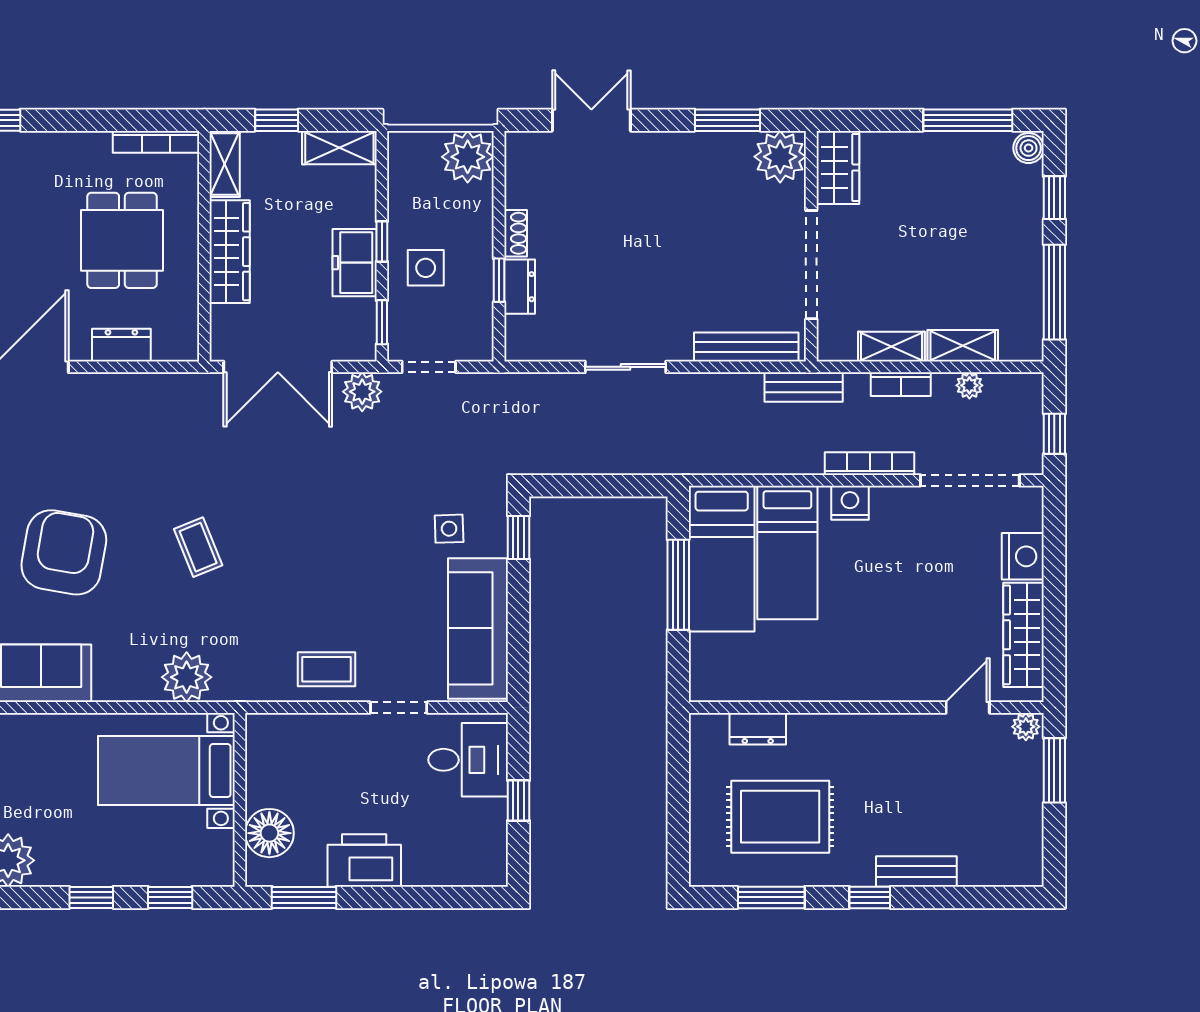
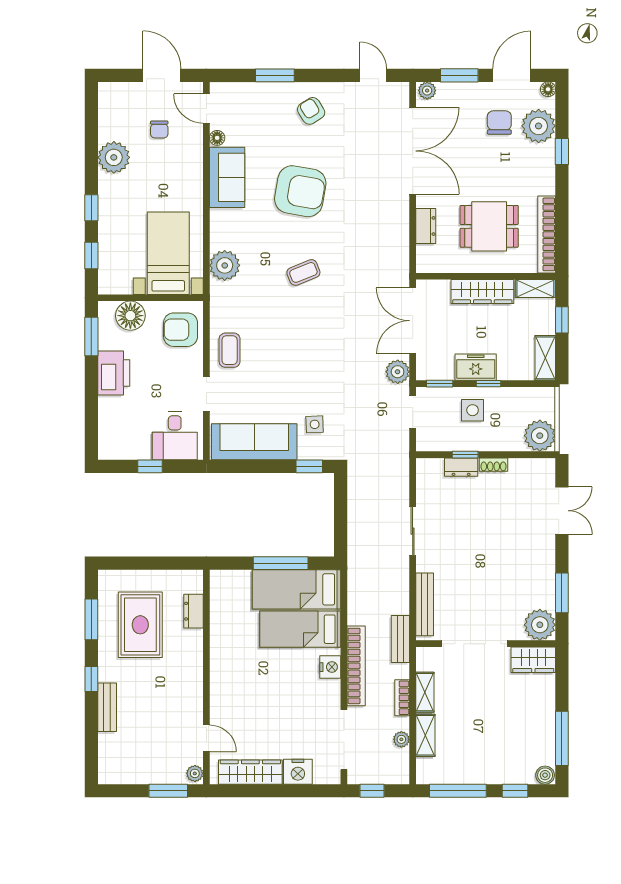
bookcase: (156, 142) -> (547, 234), width x1.48, depth x1.31
bookcase: (870, 464) -> (356, 666), width x1.48, depth x1.31
armchair: (293, 750) -> (181, 330), added

